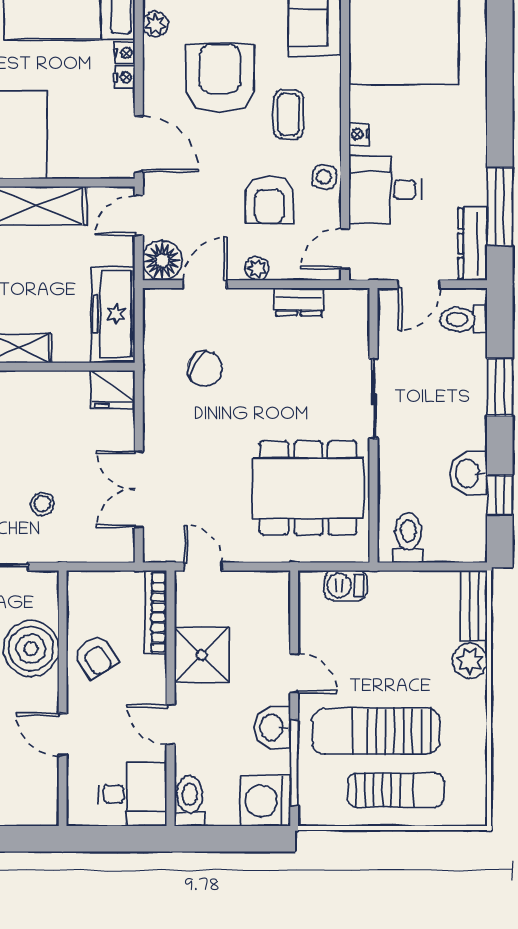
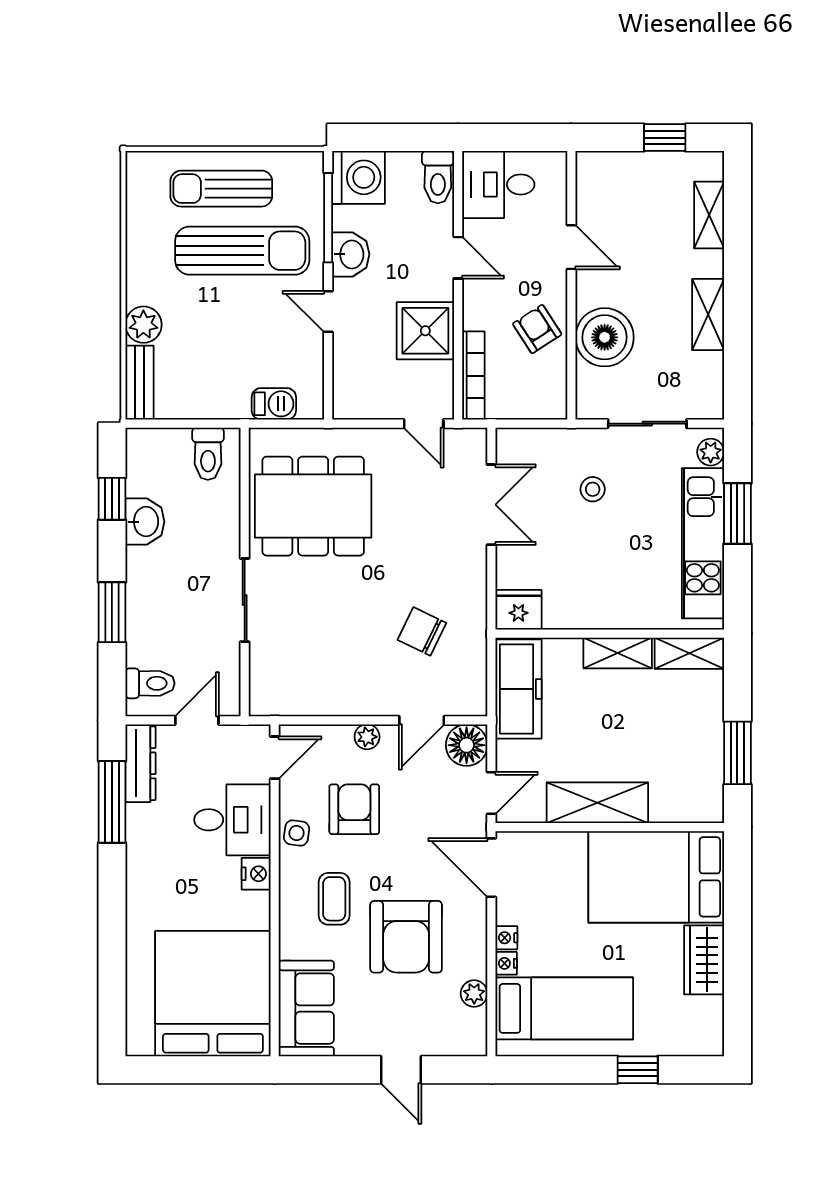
nightstand: (359, 134) -> (256, 874), width x1.39, depth x1.35
dresser: (299, 302) -> (323, 702), removed

